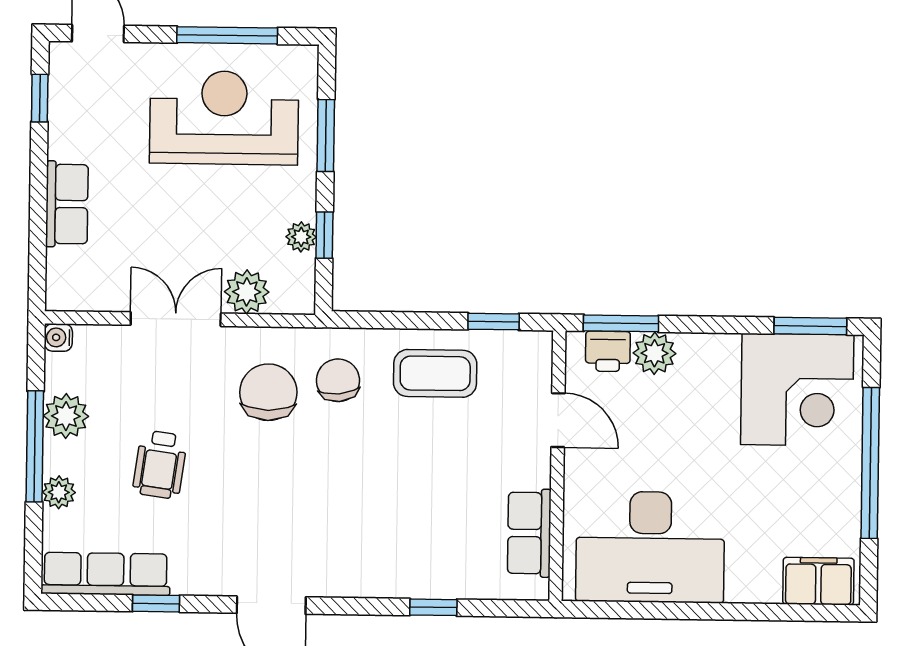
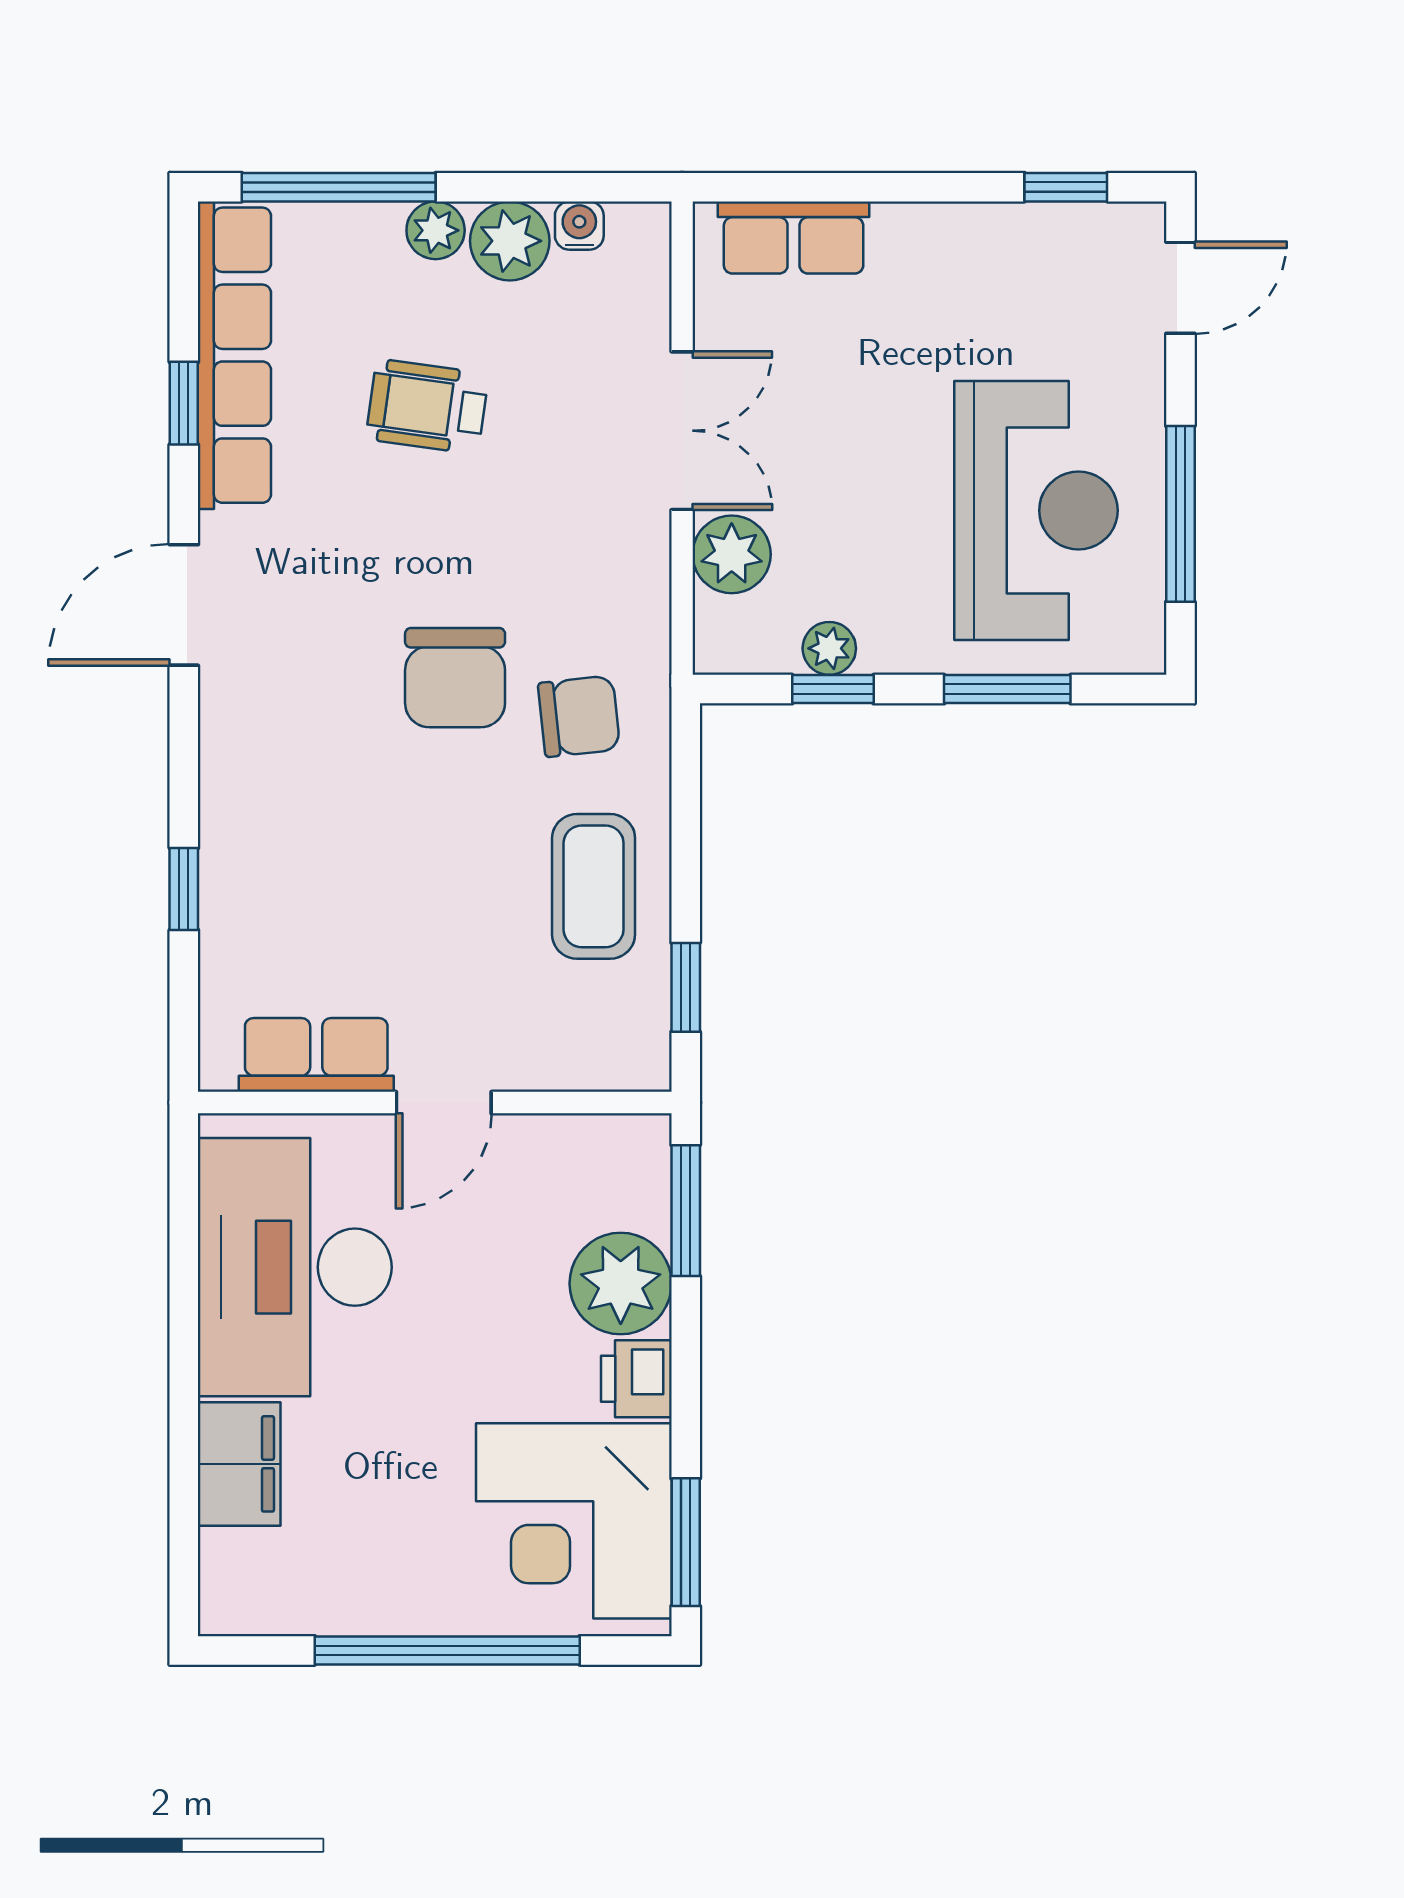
row of seats: (67, 204) -> (794, 237), moved
water cooler: (58, 337) -> (579, 226), moved
printer: (608, 351) -> (636, 1379), moved
plant: (654, 353) -> (621, 1284), width x1.36, depth x1.36
chair: (268, 392) -> (455, 678), moved, turned 90
door: (558, 420) -> (444, 1103), moved
window: (35, 446) -> (339, 187), moved
plant: (59, 492) -> (436, 230), moved
row of seats: (106, 574) -> (234, 355), width x1.36
filing cabinet: (818, 581) -> (239, 1464), moved

